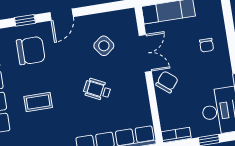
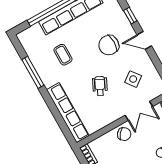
chair: (31, 51) -> (109, 45), moved, turned 90
coffee table: (38, 102) -> (63, 55), moved

